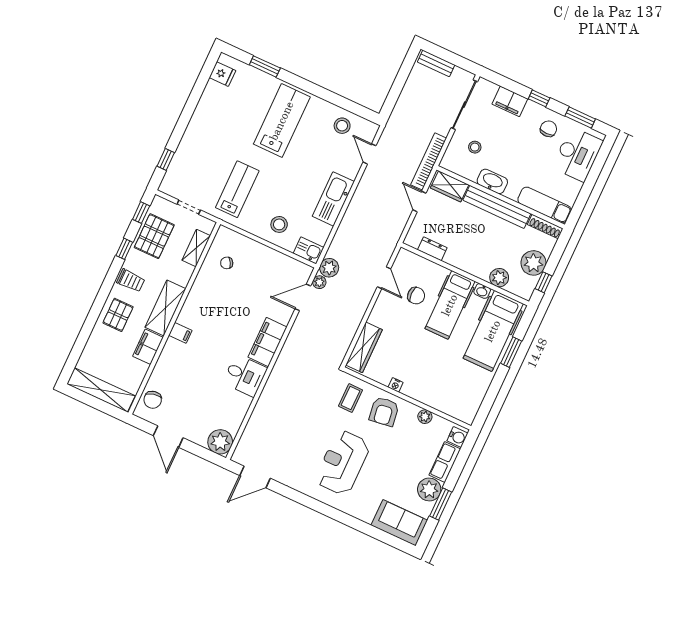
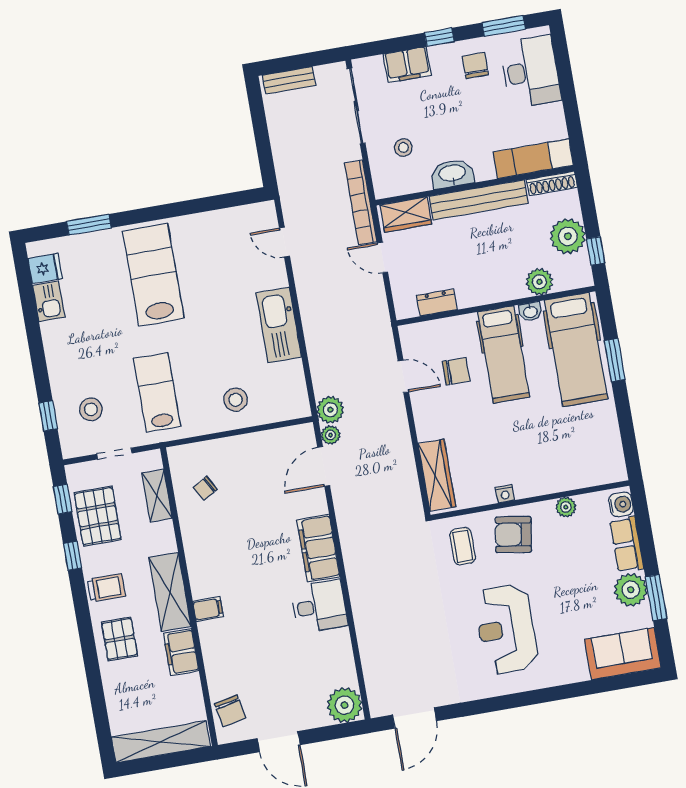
stool: (342, 126) -> (91, 409), moved
kitchen sink: (308, 250) -> (49, 301), moved, turned 90
armchair: (384, 412) -> (513, 535), turned 107

